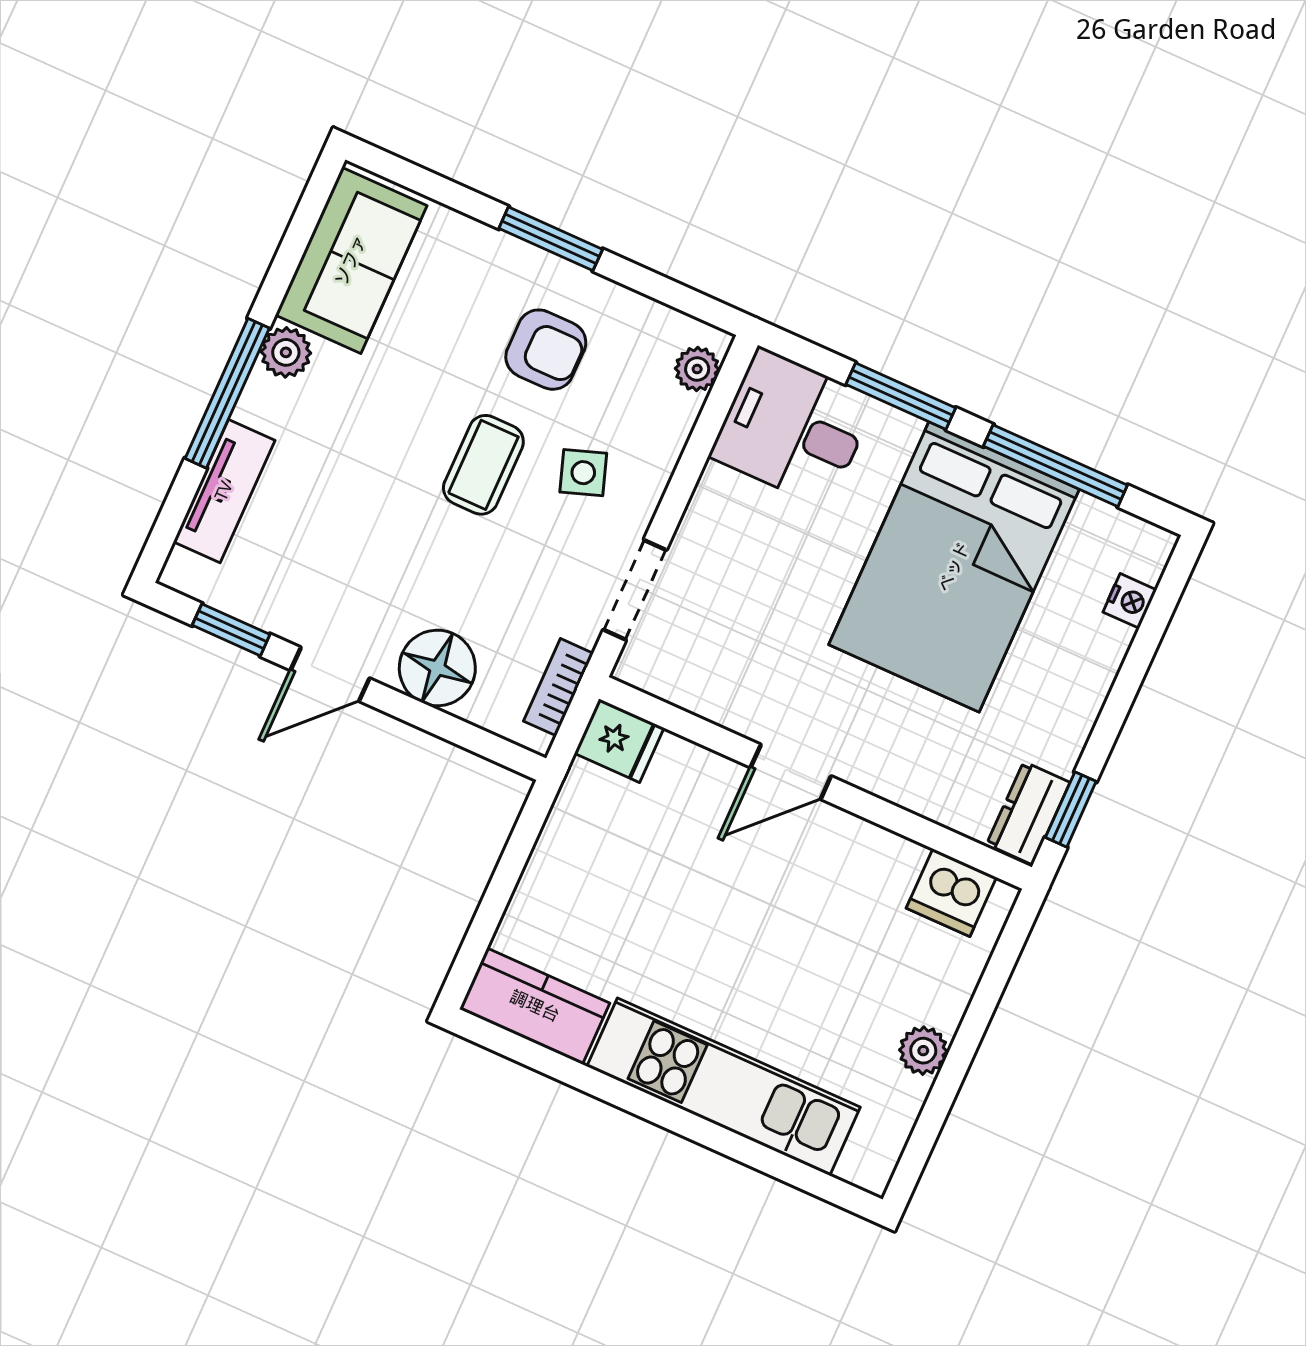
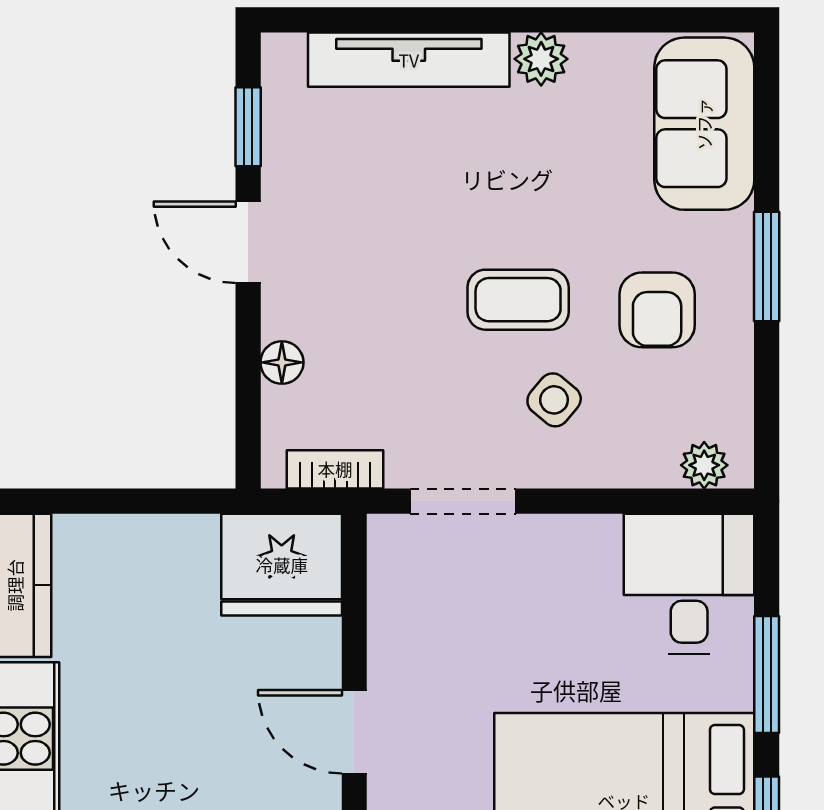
sofa: (351, 260) -> (704, 124), moved, turned 90
window: (227, 393) -> (476, 20), removed
side table: (583, 473) -> (554, 400), turned -31
tv unit: (224, 491) -> (409, 60), width x1.41
floor lamp: (437, 668) -> (282, 362), width x0.53, depth x0.53
fridge: (619, 741) -> (282, 565), width x1.88, depth x1.34

